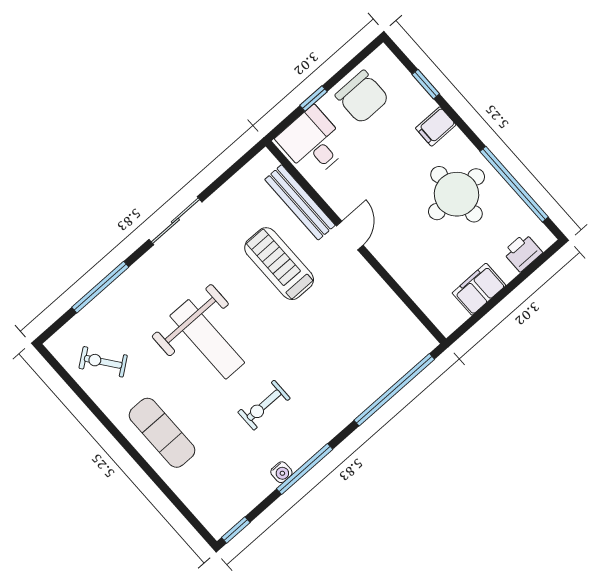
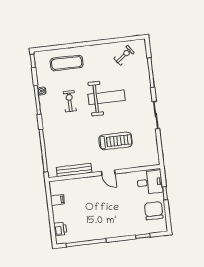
chair: (362, 97) -> (154, 211), turned 90
filing cabinet: (436, 126) -> (125, 229), removed
round table: (456, 194) -> (97, 220), removed
bench: (300, 202) -> (74, 170), moved
filing cabinet: (479, 289) -> (57, 200), width x0.50
weight bench: (207, 339) -> (107, 97), turned 180
exercise mat: (162, 433) -> (67, 63), moved

